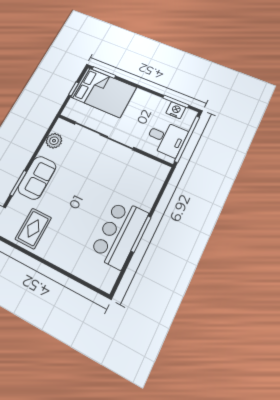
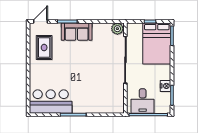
nightstand: (176, 110) -> (166, 86), moved
plant: (54, 141) -> (117, 29), moved
rug: (33, 228) -> (44, 48), turned 90
bar counter: (119, 234) -> (51, 101), moved

